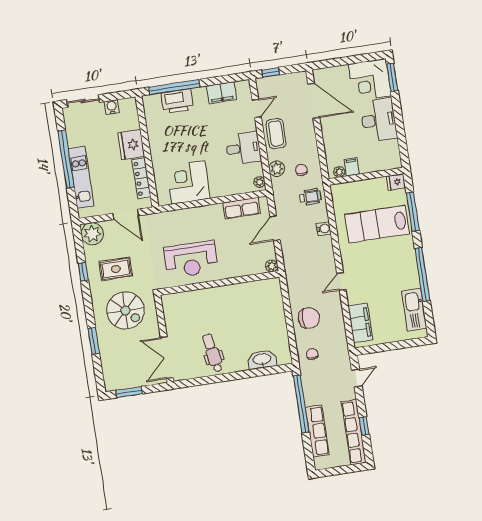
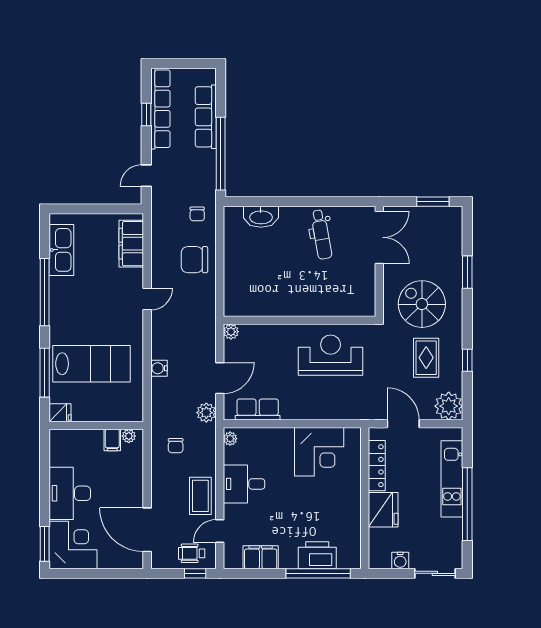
plant: (277, 169) -> (206, 413), moved
wheelchair: (310, 197) -> (192, 553), moved
rug: (116, 269) -> (426, 358), turned 90

